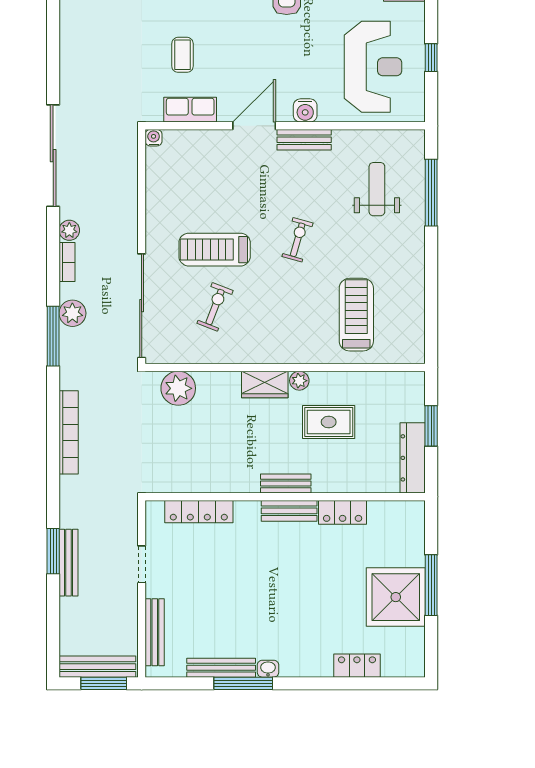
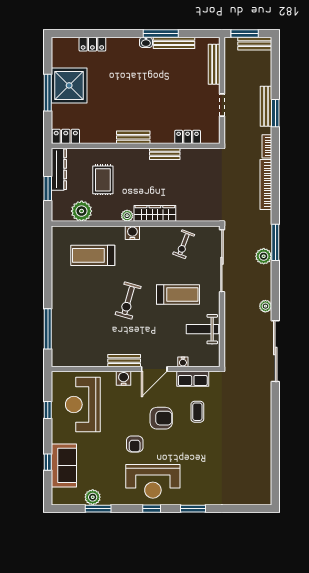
armchair: (243, 44) -> (161, 418), added
water cooler: (154, 138) -> (183, 362), moved
weight bench: (377, 189) -> (202, 329), moved, turned 90
exercise bike: (298, 240) -> (128, 300), width x1.38, depth x1.39
bookcase: (67, 262) -> (267, 146), moved
exercise bike: (215, 307) -> (184, 244), moved
treadmill: (356, 315) -> (93, 255), turned 90
water cooler: (290, 352) -> (132, 233), added
wardrobe: (265, 384) -> (155, 213), width x1.50
plant: (178, 388) -> (82, 211), moved
rug: (329, 422) -> (103, 180), moved, turned 90
bench: (286, 483) -> (165, 154), moved
locker: (199, 512) -> (188, 137), width x0.66
locker: (343, 512) -> (66, 136), moved
bench: (97, 667) -> (255, 44), width x0.73

